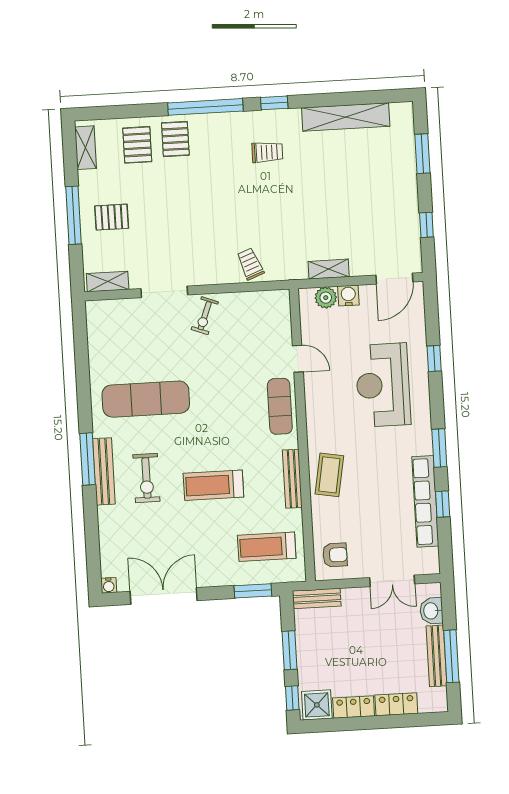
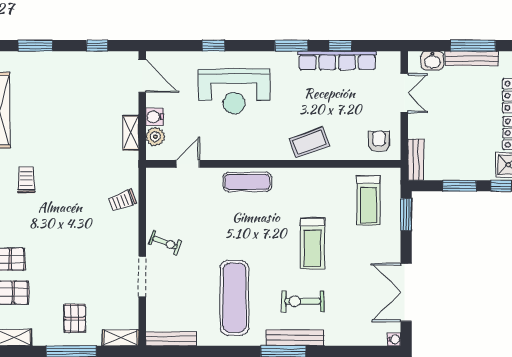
shelving: (108, 282) -> (121, 338), moved, turned 90
door: (298, 359) -> (188, 164), moved
coffee table: (329, 475) -> (309, 142), turned -30
exercise bike: (146, 478) -> (303, 301), turned 180
bench: (292, 479) -> (171, 339), moved

